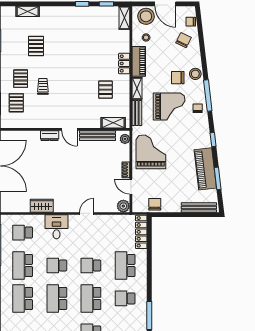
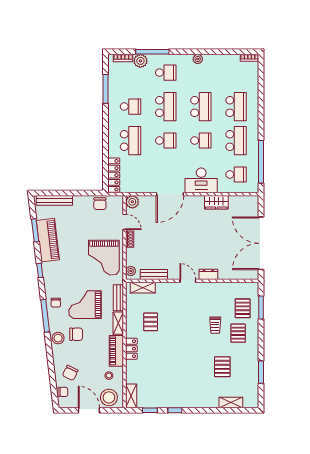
bench: (98, 136) -> (154, 274), width x0.73
door: (87, 213) -> (170, 194), width x1.88
desk: (57, 227) -> (201, 180), width x1.37

